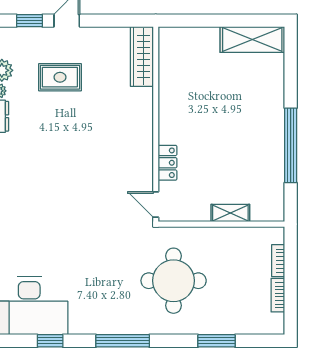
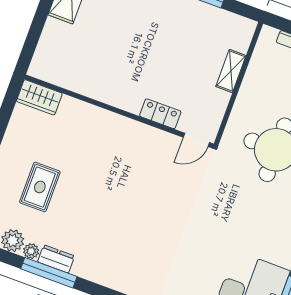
wardrobe: (142, 57) -> (39, 97), width x0.67

